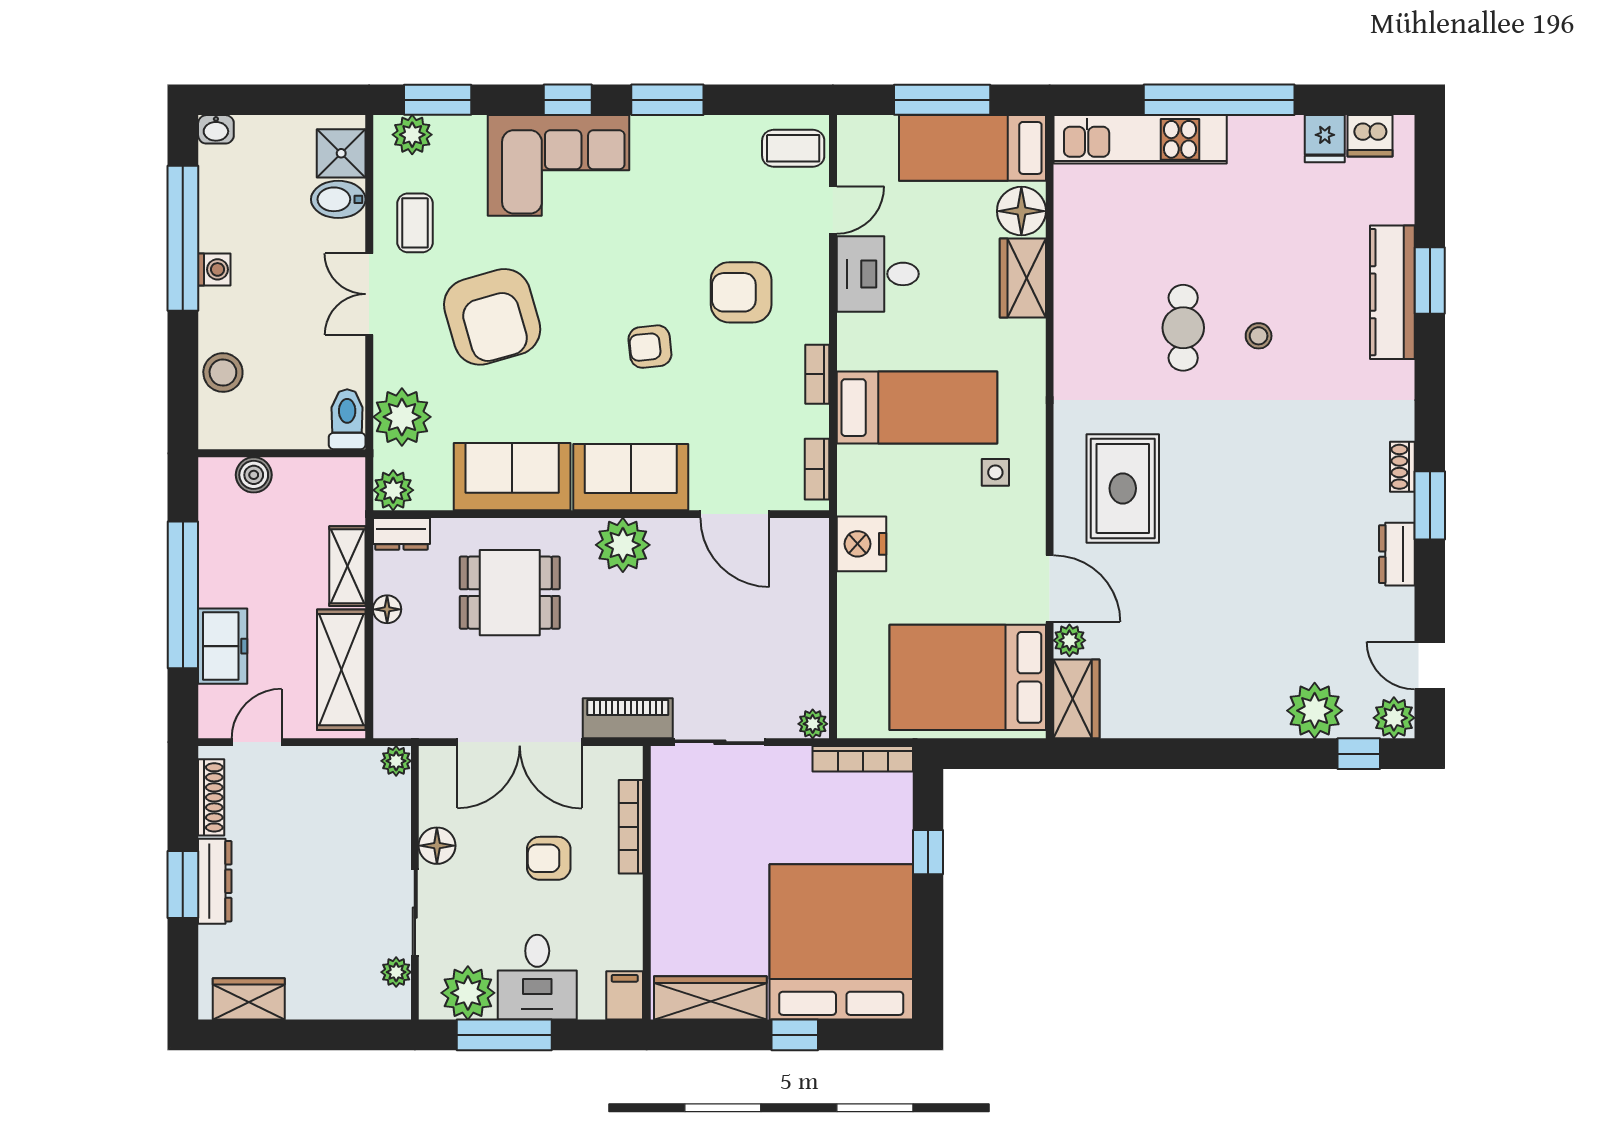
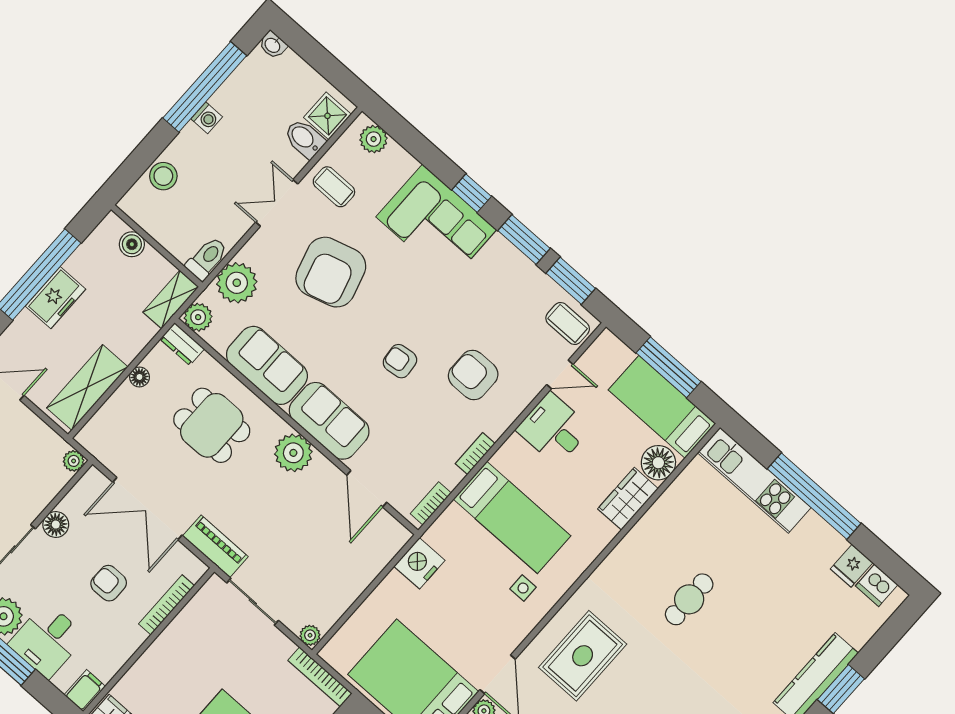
window: (438, 100) -> (571, 281), moved
coffee table: (415, 223) -> (334, 187), turned 90
stool: (1259, 336) -> (725, 639), removed
shelving: (347, 566) -> (171, 300), moved
freezer: (223, 646) -> (56, 298), moved

